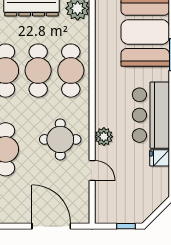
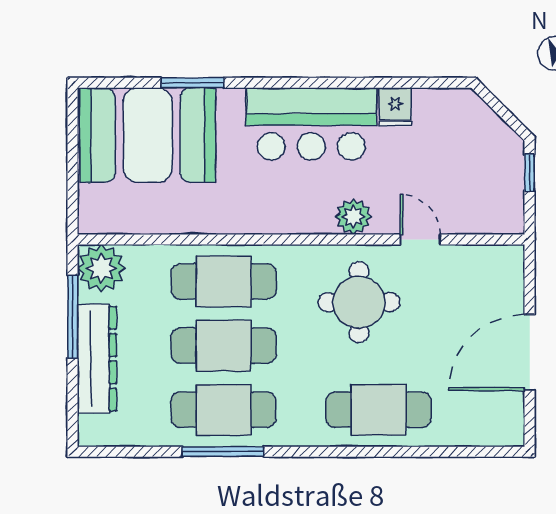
door: (92, 171) -> (420, 239), hinge flipped
door: (51, 226) -> (530, 352), moved

